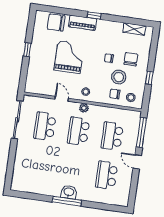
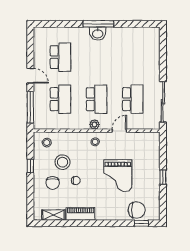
window: (94, 15) -> (141, 223), moved
piano: (83, 23) -> (80, 214), moved
chair: (115, 94) -> (64, 144), removed
door: (62, 99) -> (119, 131), swing flipped

